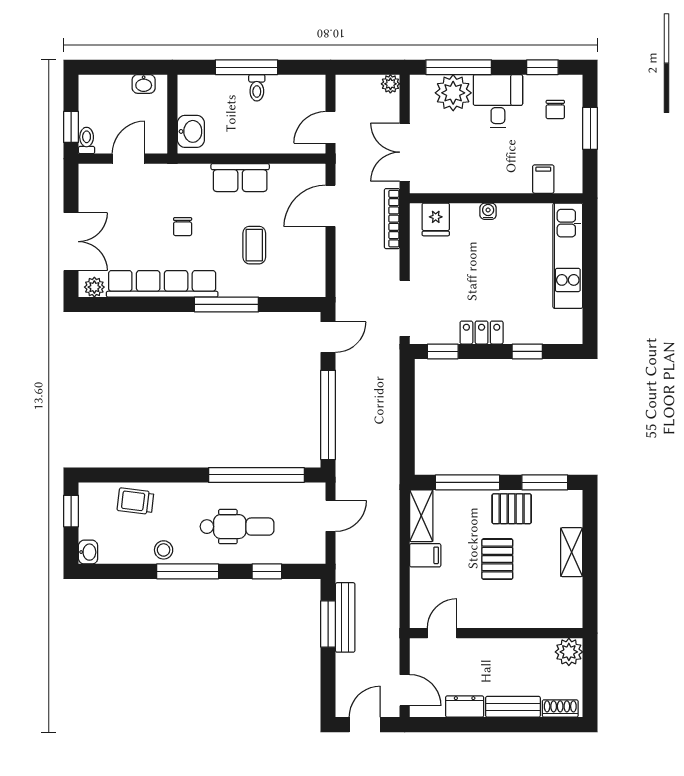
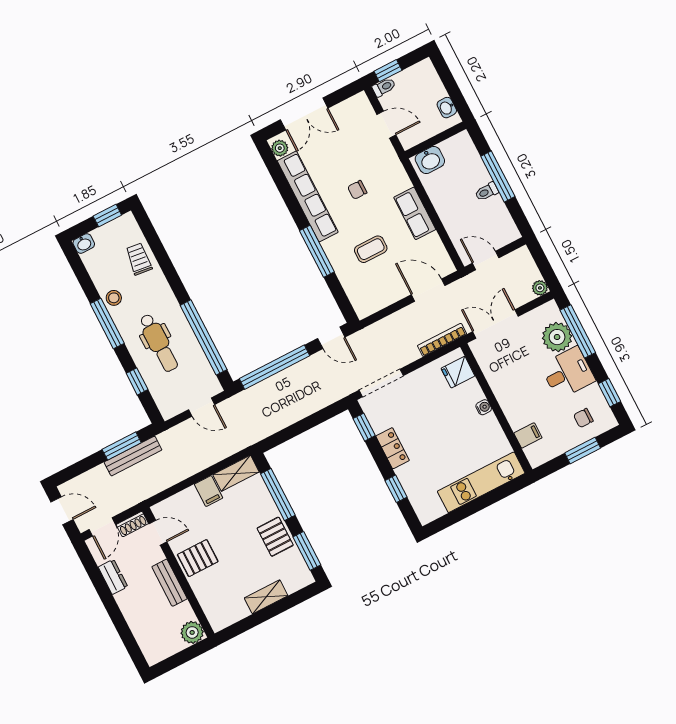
pallet: (497, 559) -> (198, 558), moved
bench: (513, 707) -> (170, 583), moved
shoe rack: (560, 708) -> (132, 524), moved, turned 90

